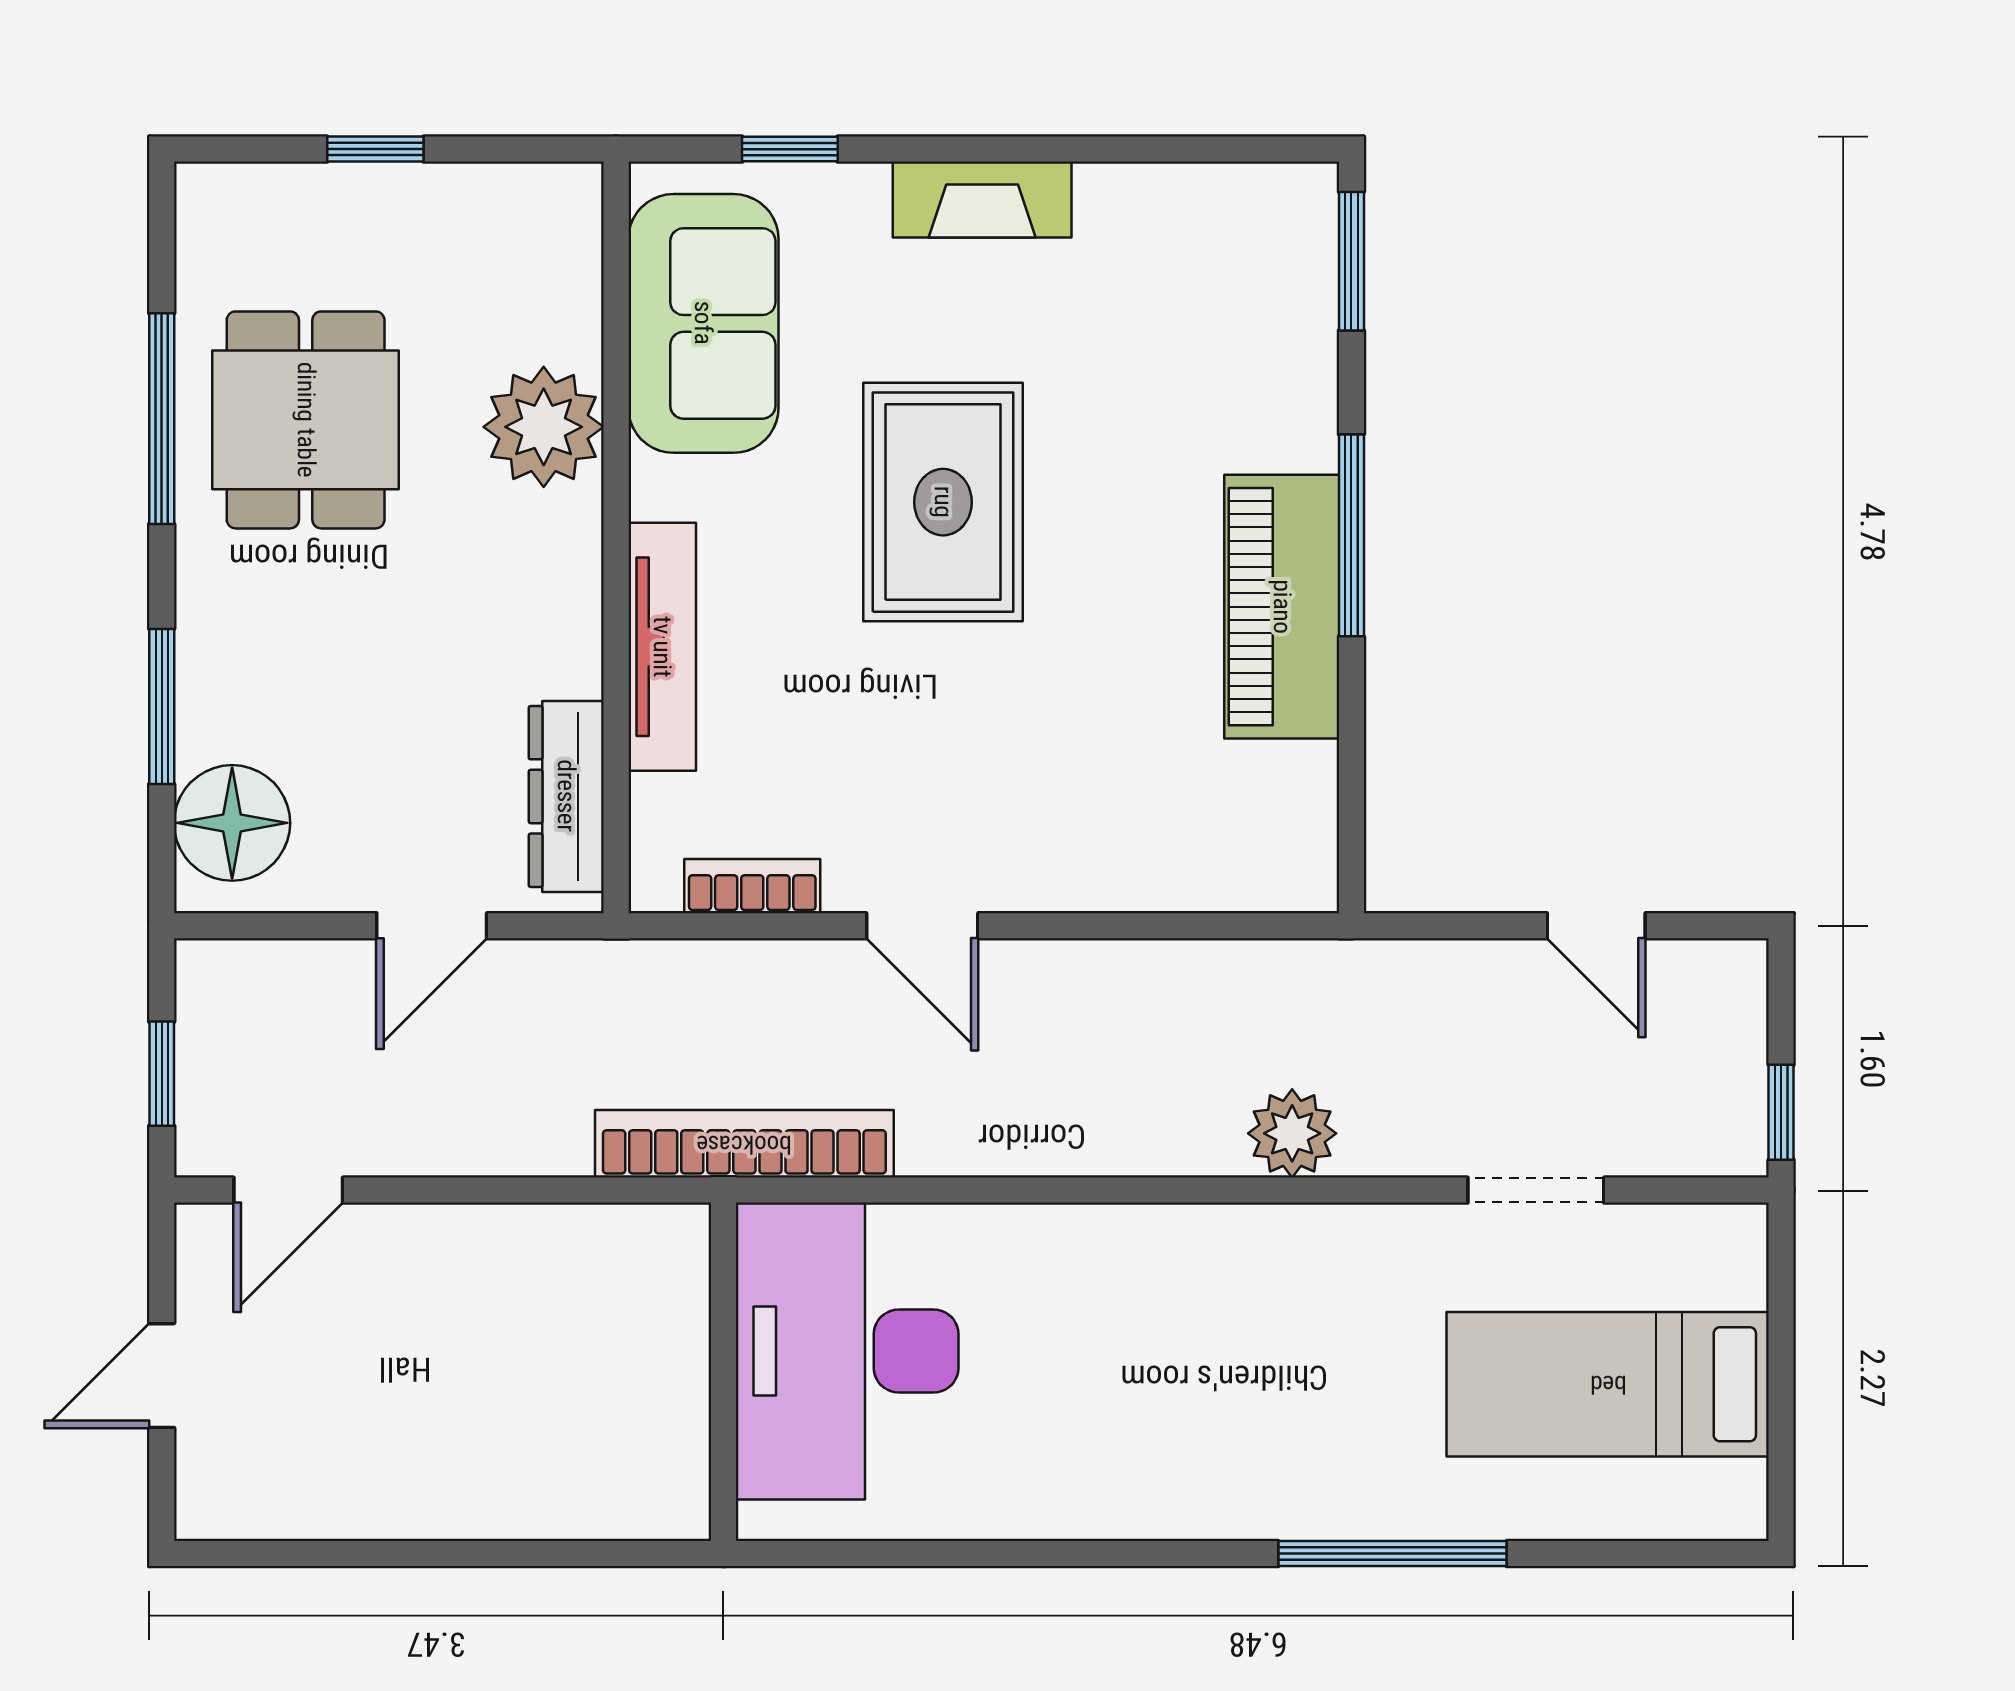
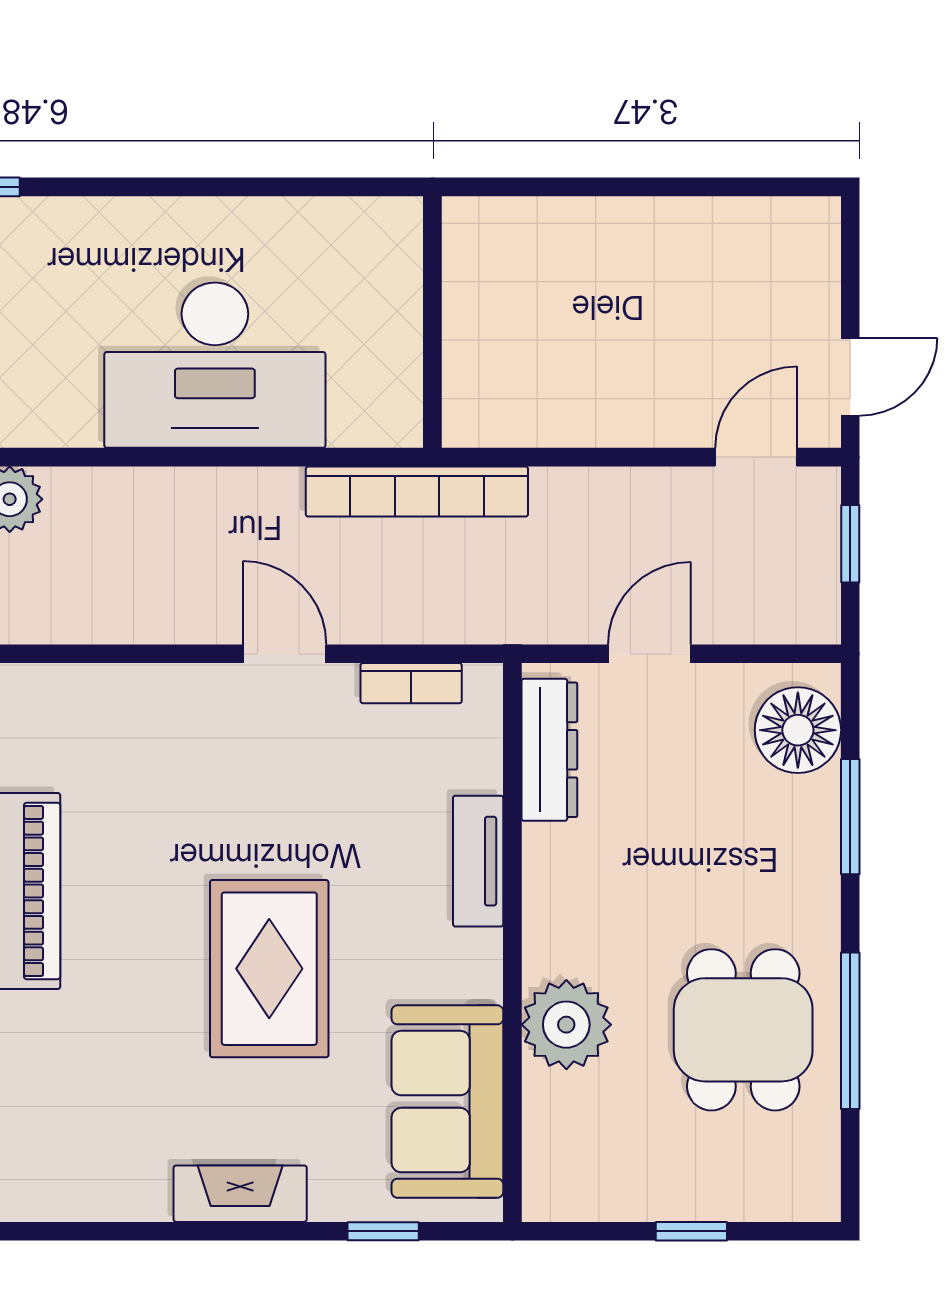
tv unit: (662, 647) -> (478, 861), width x0.71
desk: (847, 1351) -> (215, 365), moved, turned 90
door: (162, 1376) -> (850, 377), moved

